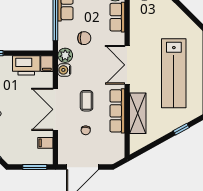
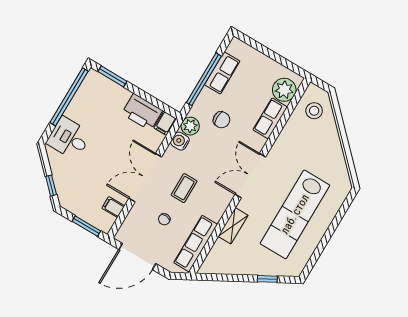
row of seats: (117, 111) -> (196, 244), moved
shelving: (138, 113) -> (233, 226), width x0.67, depth x0.75

